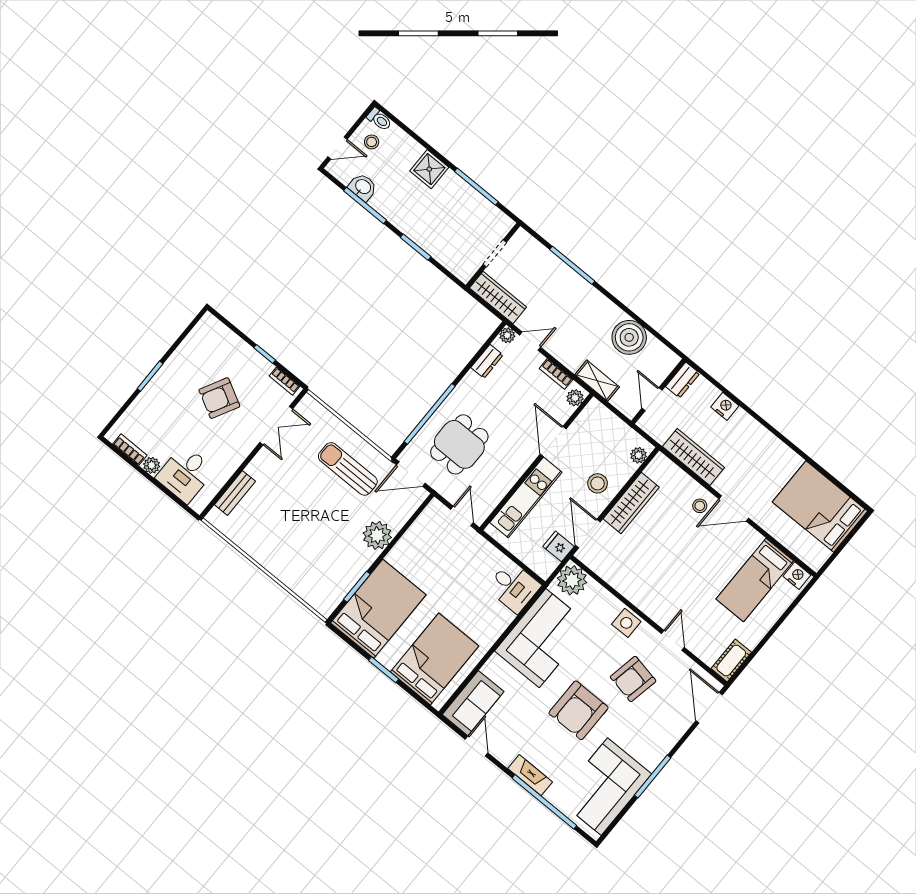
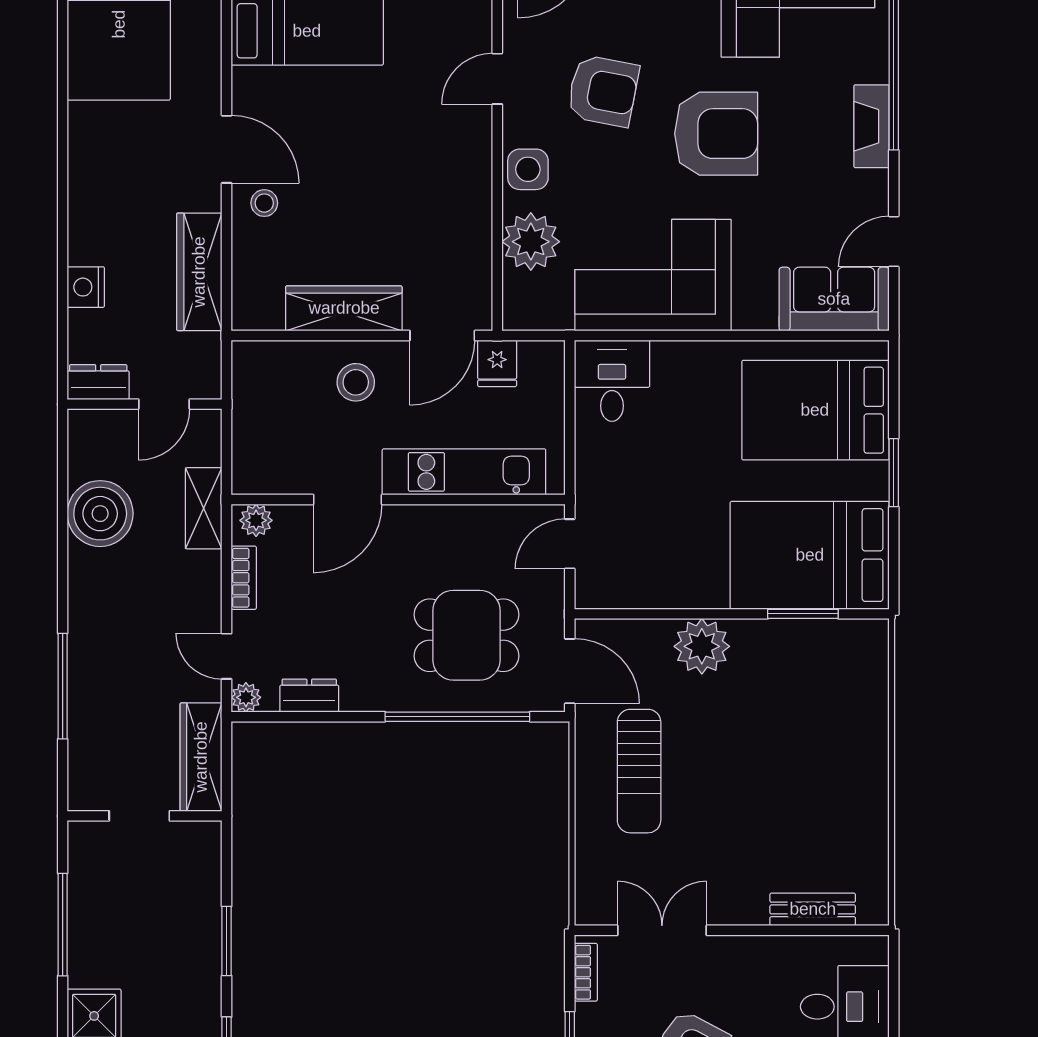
plant: (639, 455) -> (264, 356), removed
plant: (572, 580) -> (531, 242), moved

